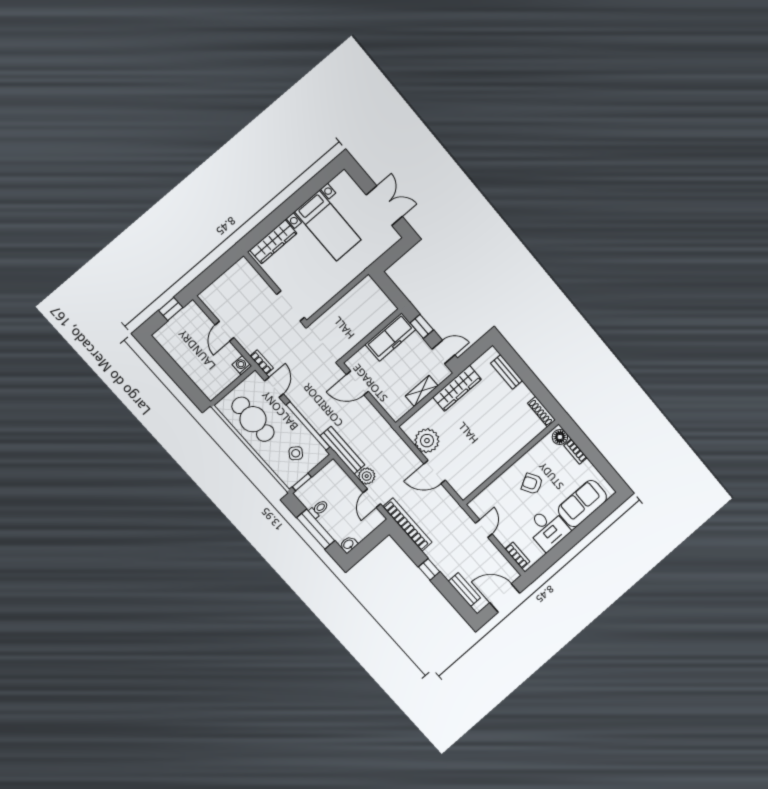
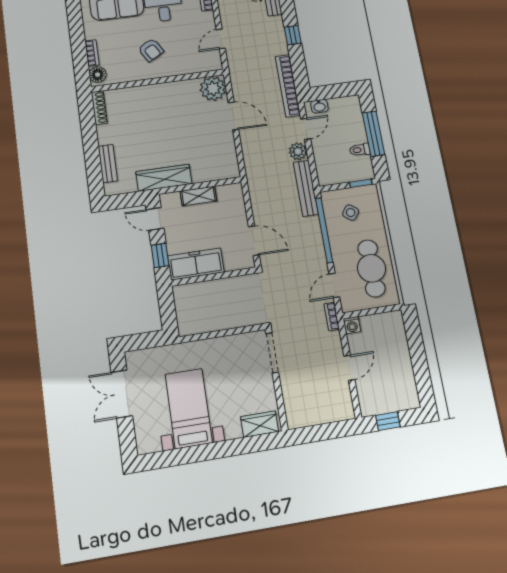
wardrobe: (273, 242) -> (260, 424), width x0.67
plant: (427, 441) -> (213, 89), moved
washbasin: (349, 545) -> (319, 106), moved

